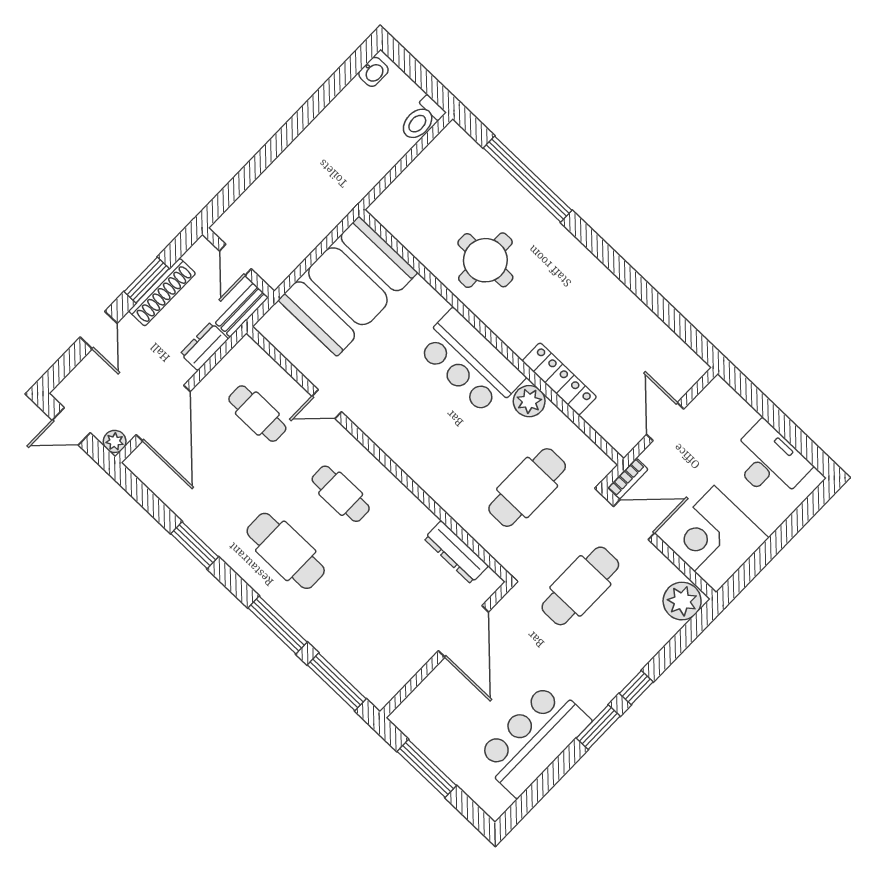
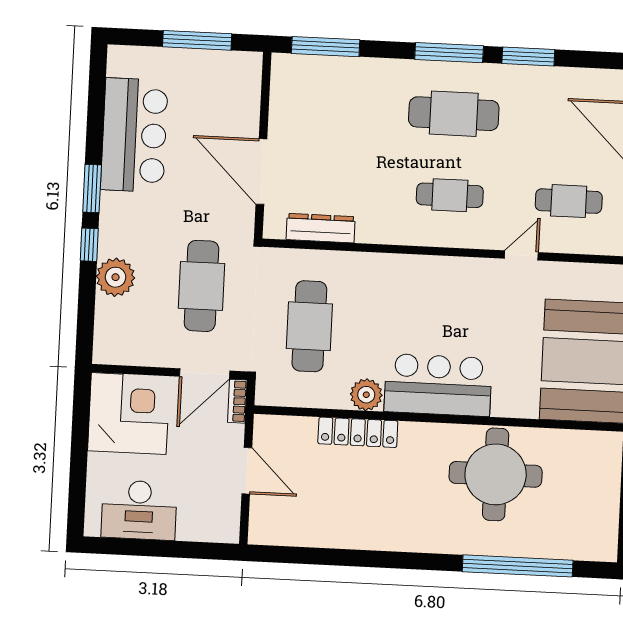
round table: (485, 260) -> (496, 474), width x1.36, depth x1.36
plant: (682, 601) -> (116, 277), moved
window: (278, 625) -> (449, 53), moved

